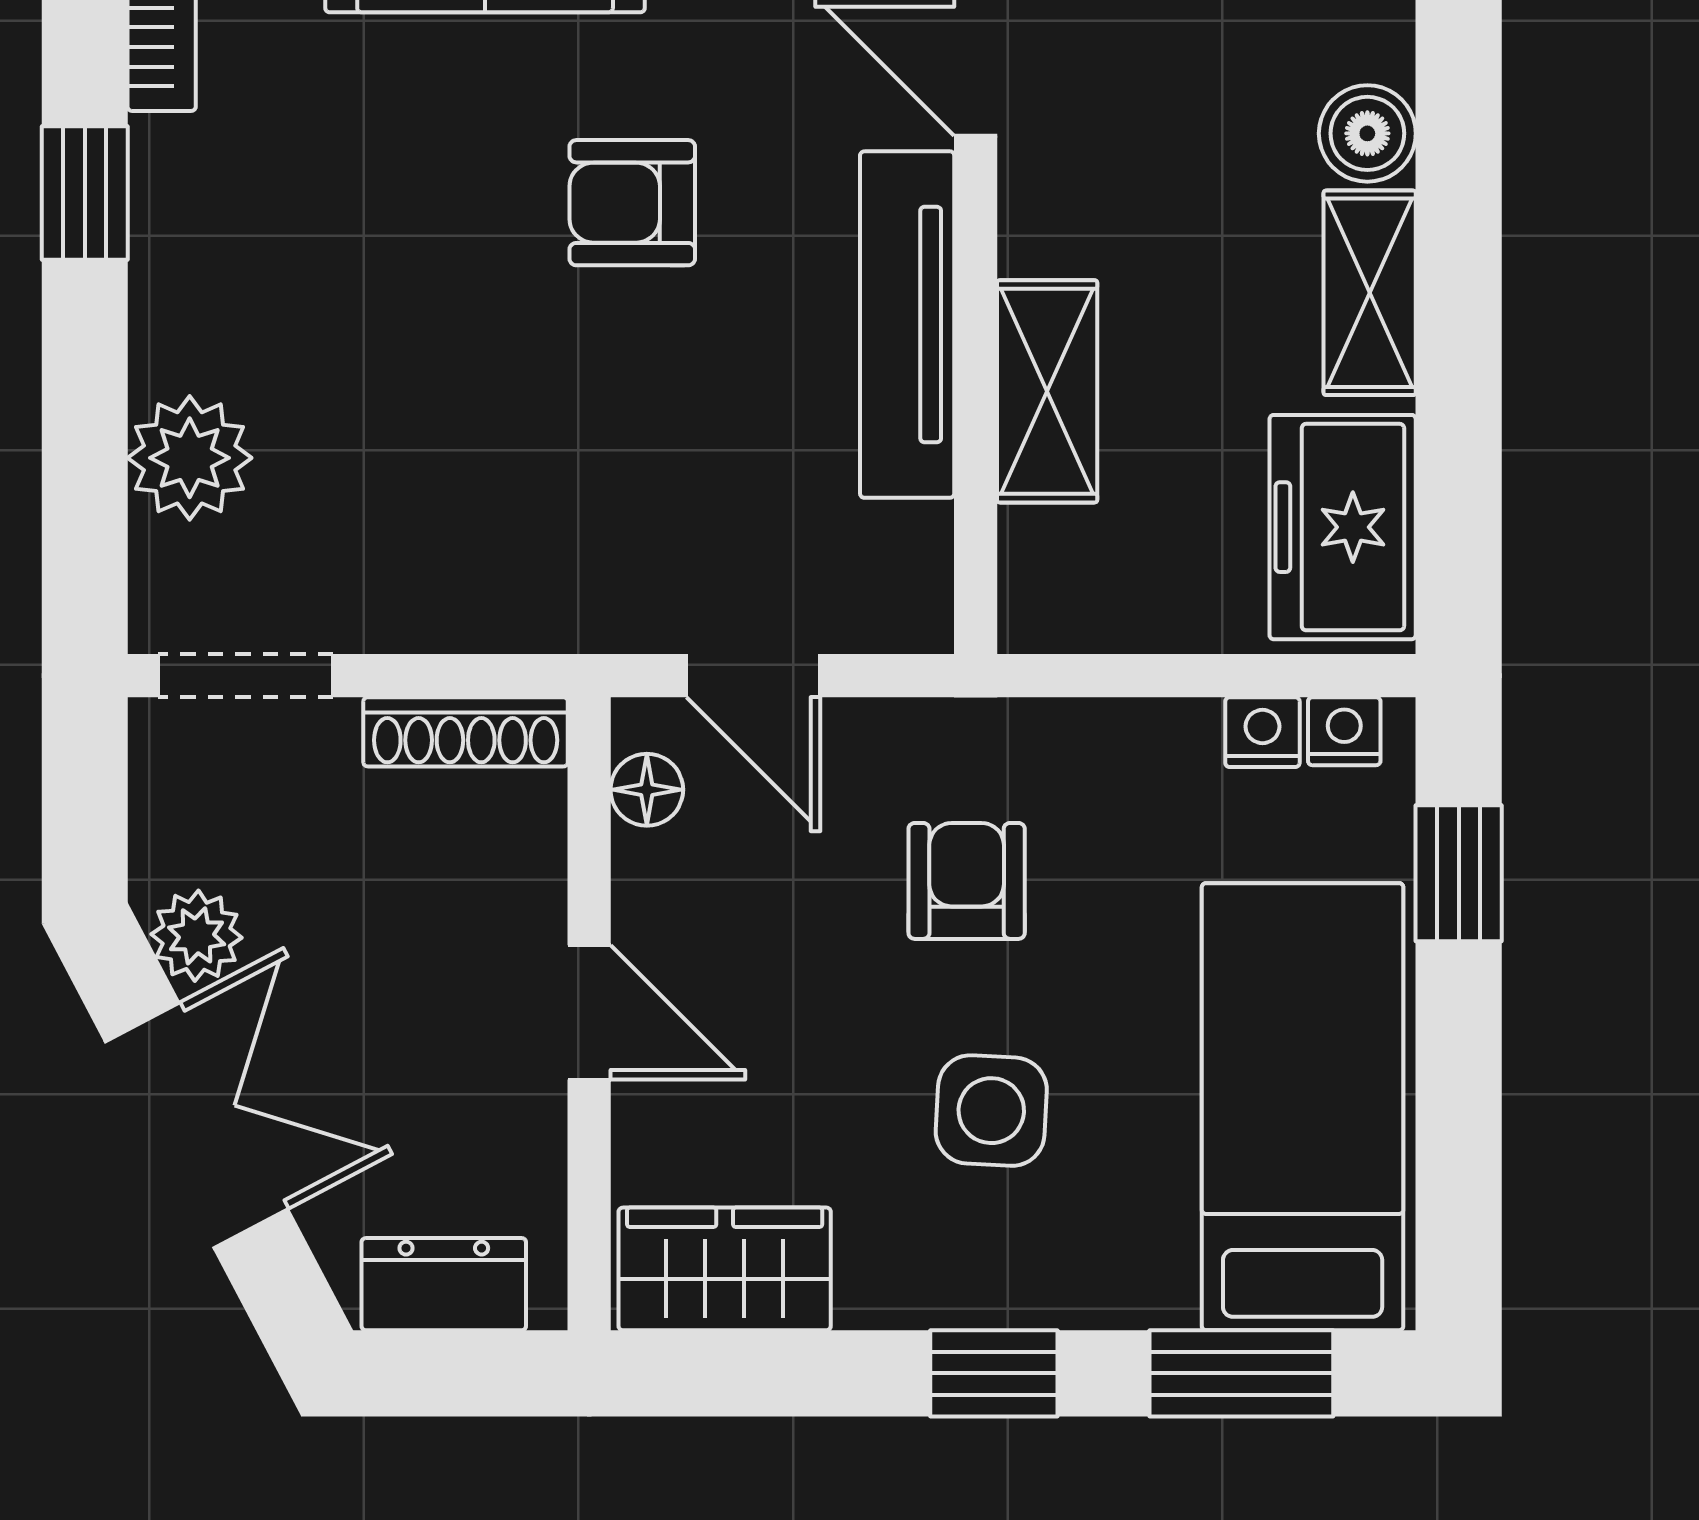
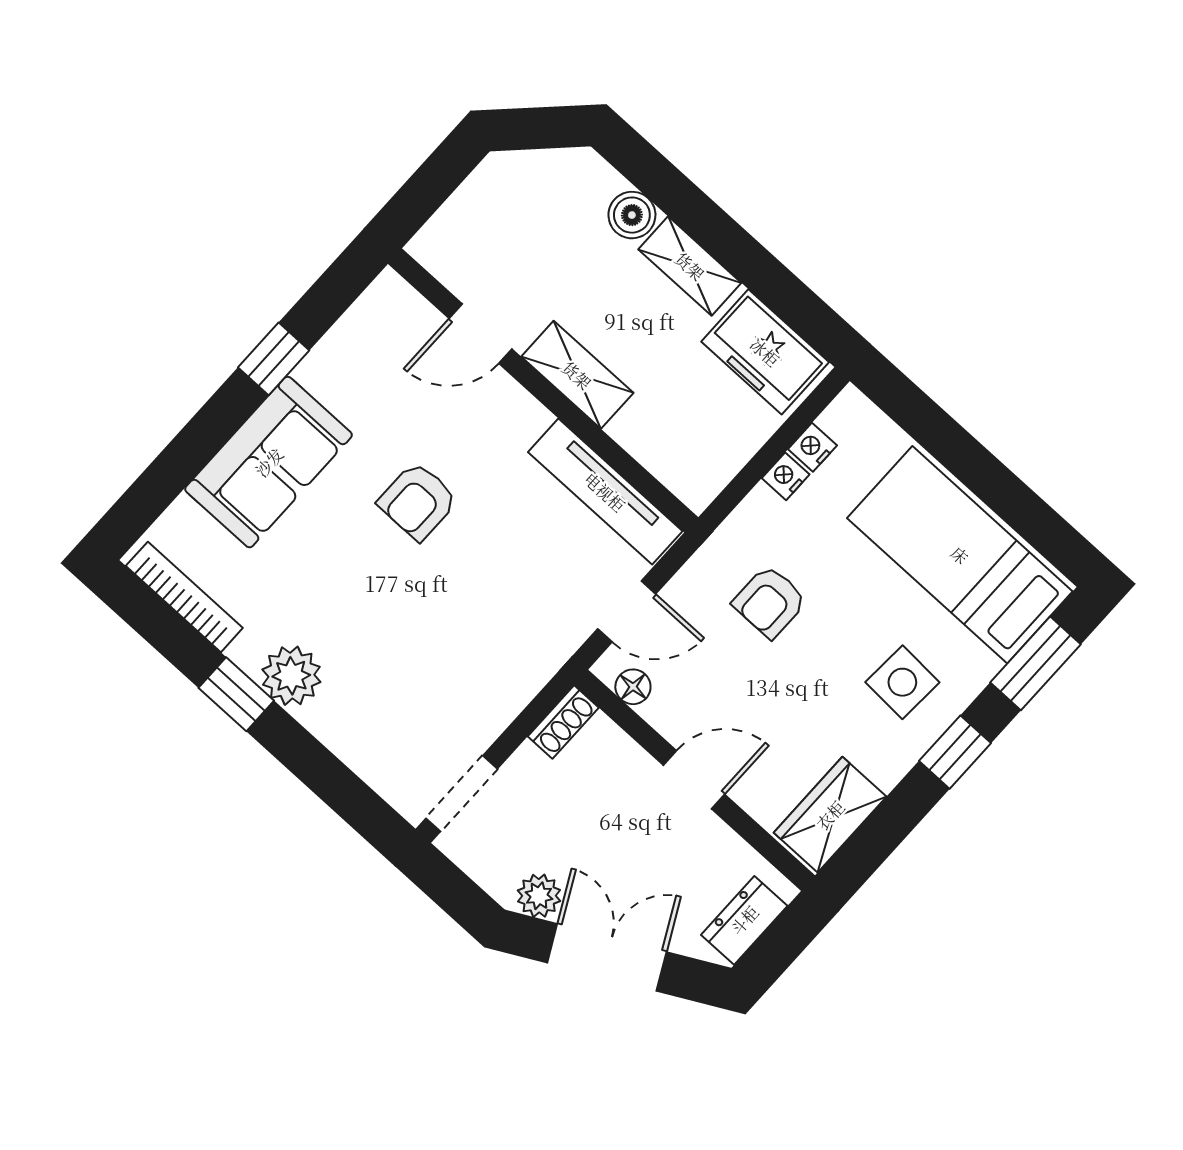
tv unit: (907, 325) -> (605, 492), moved
shelving: (1047, 391) -> (577, 375), moved
plant: (190, 458) -> (291, 676), moved
nightstand: (1344, 731) -> (786, 476), moved
shoe rack: (466, 732) -> (563, 722), width x0.70
window: (1459, 873) -> (927, 423), removed
armchair: (967, 881) -> (770, 602), turned -90
side table: (991, 1111) -> (902, 682), moved

